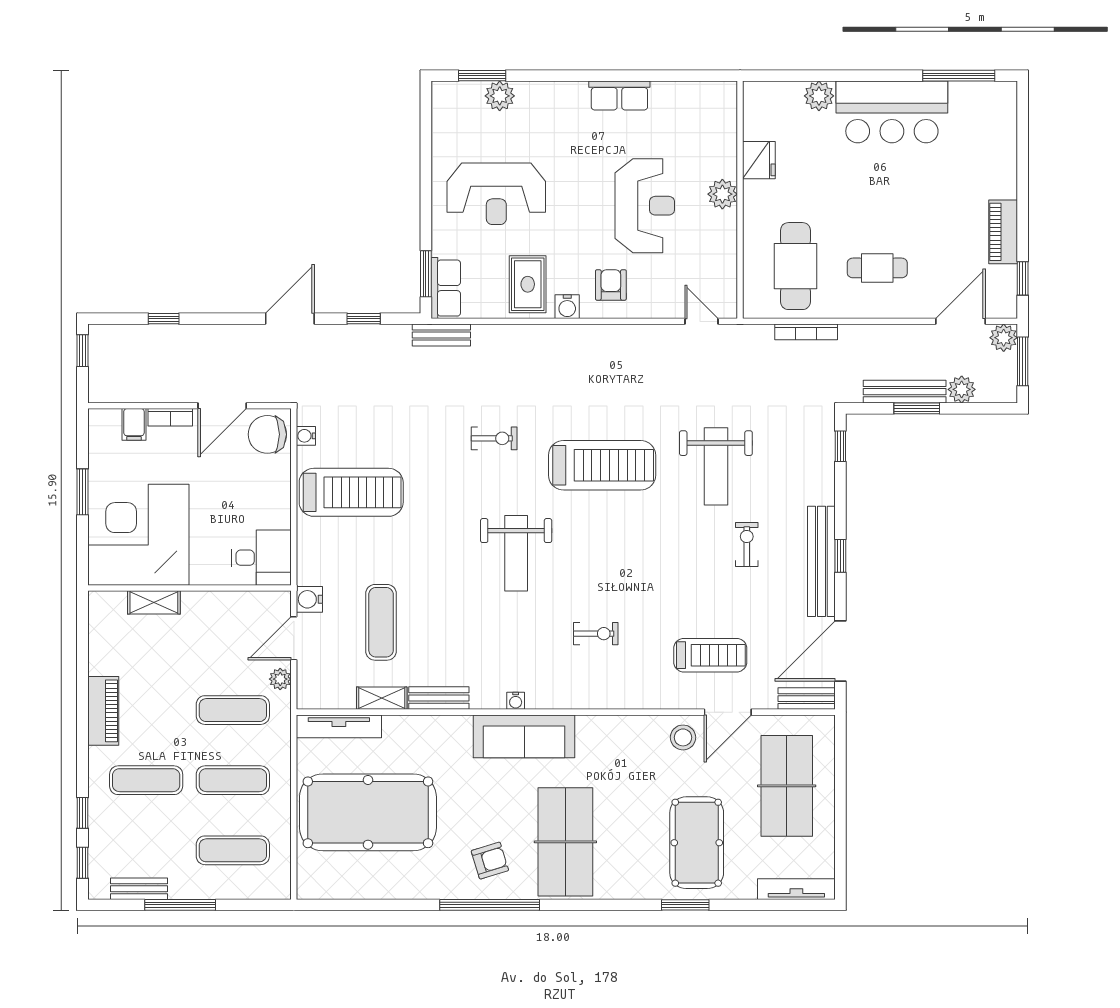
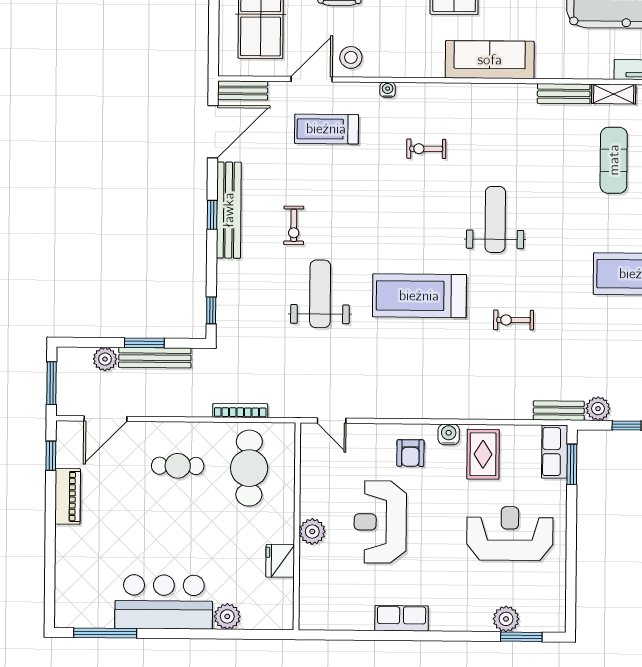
plant: (1004, 338) -> (598, 409), moved
water cooler: (516, 701) -> (388, 90), moved

